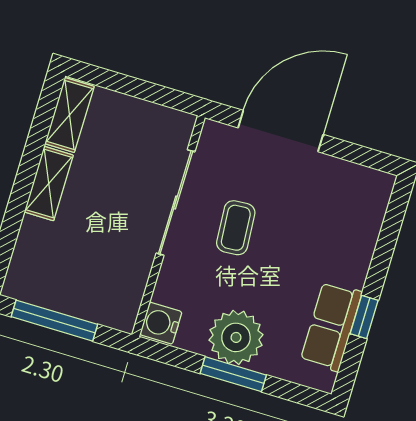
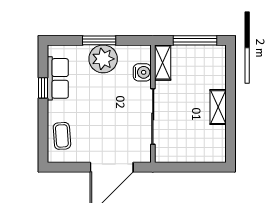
shelving: (69, 115) -> (163, 63), moved
coffee table: (236, 228) -> (62, 136), moved
water cooler: (161, 323) -> (142, 72), moved

